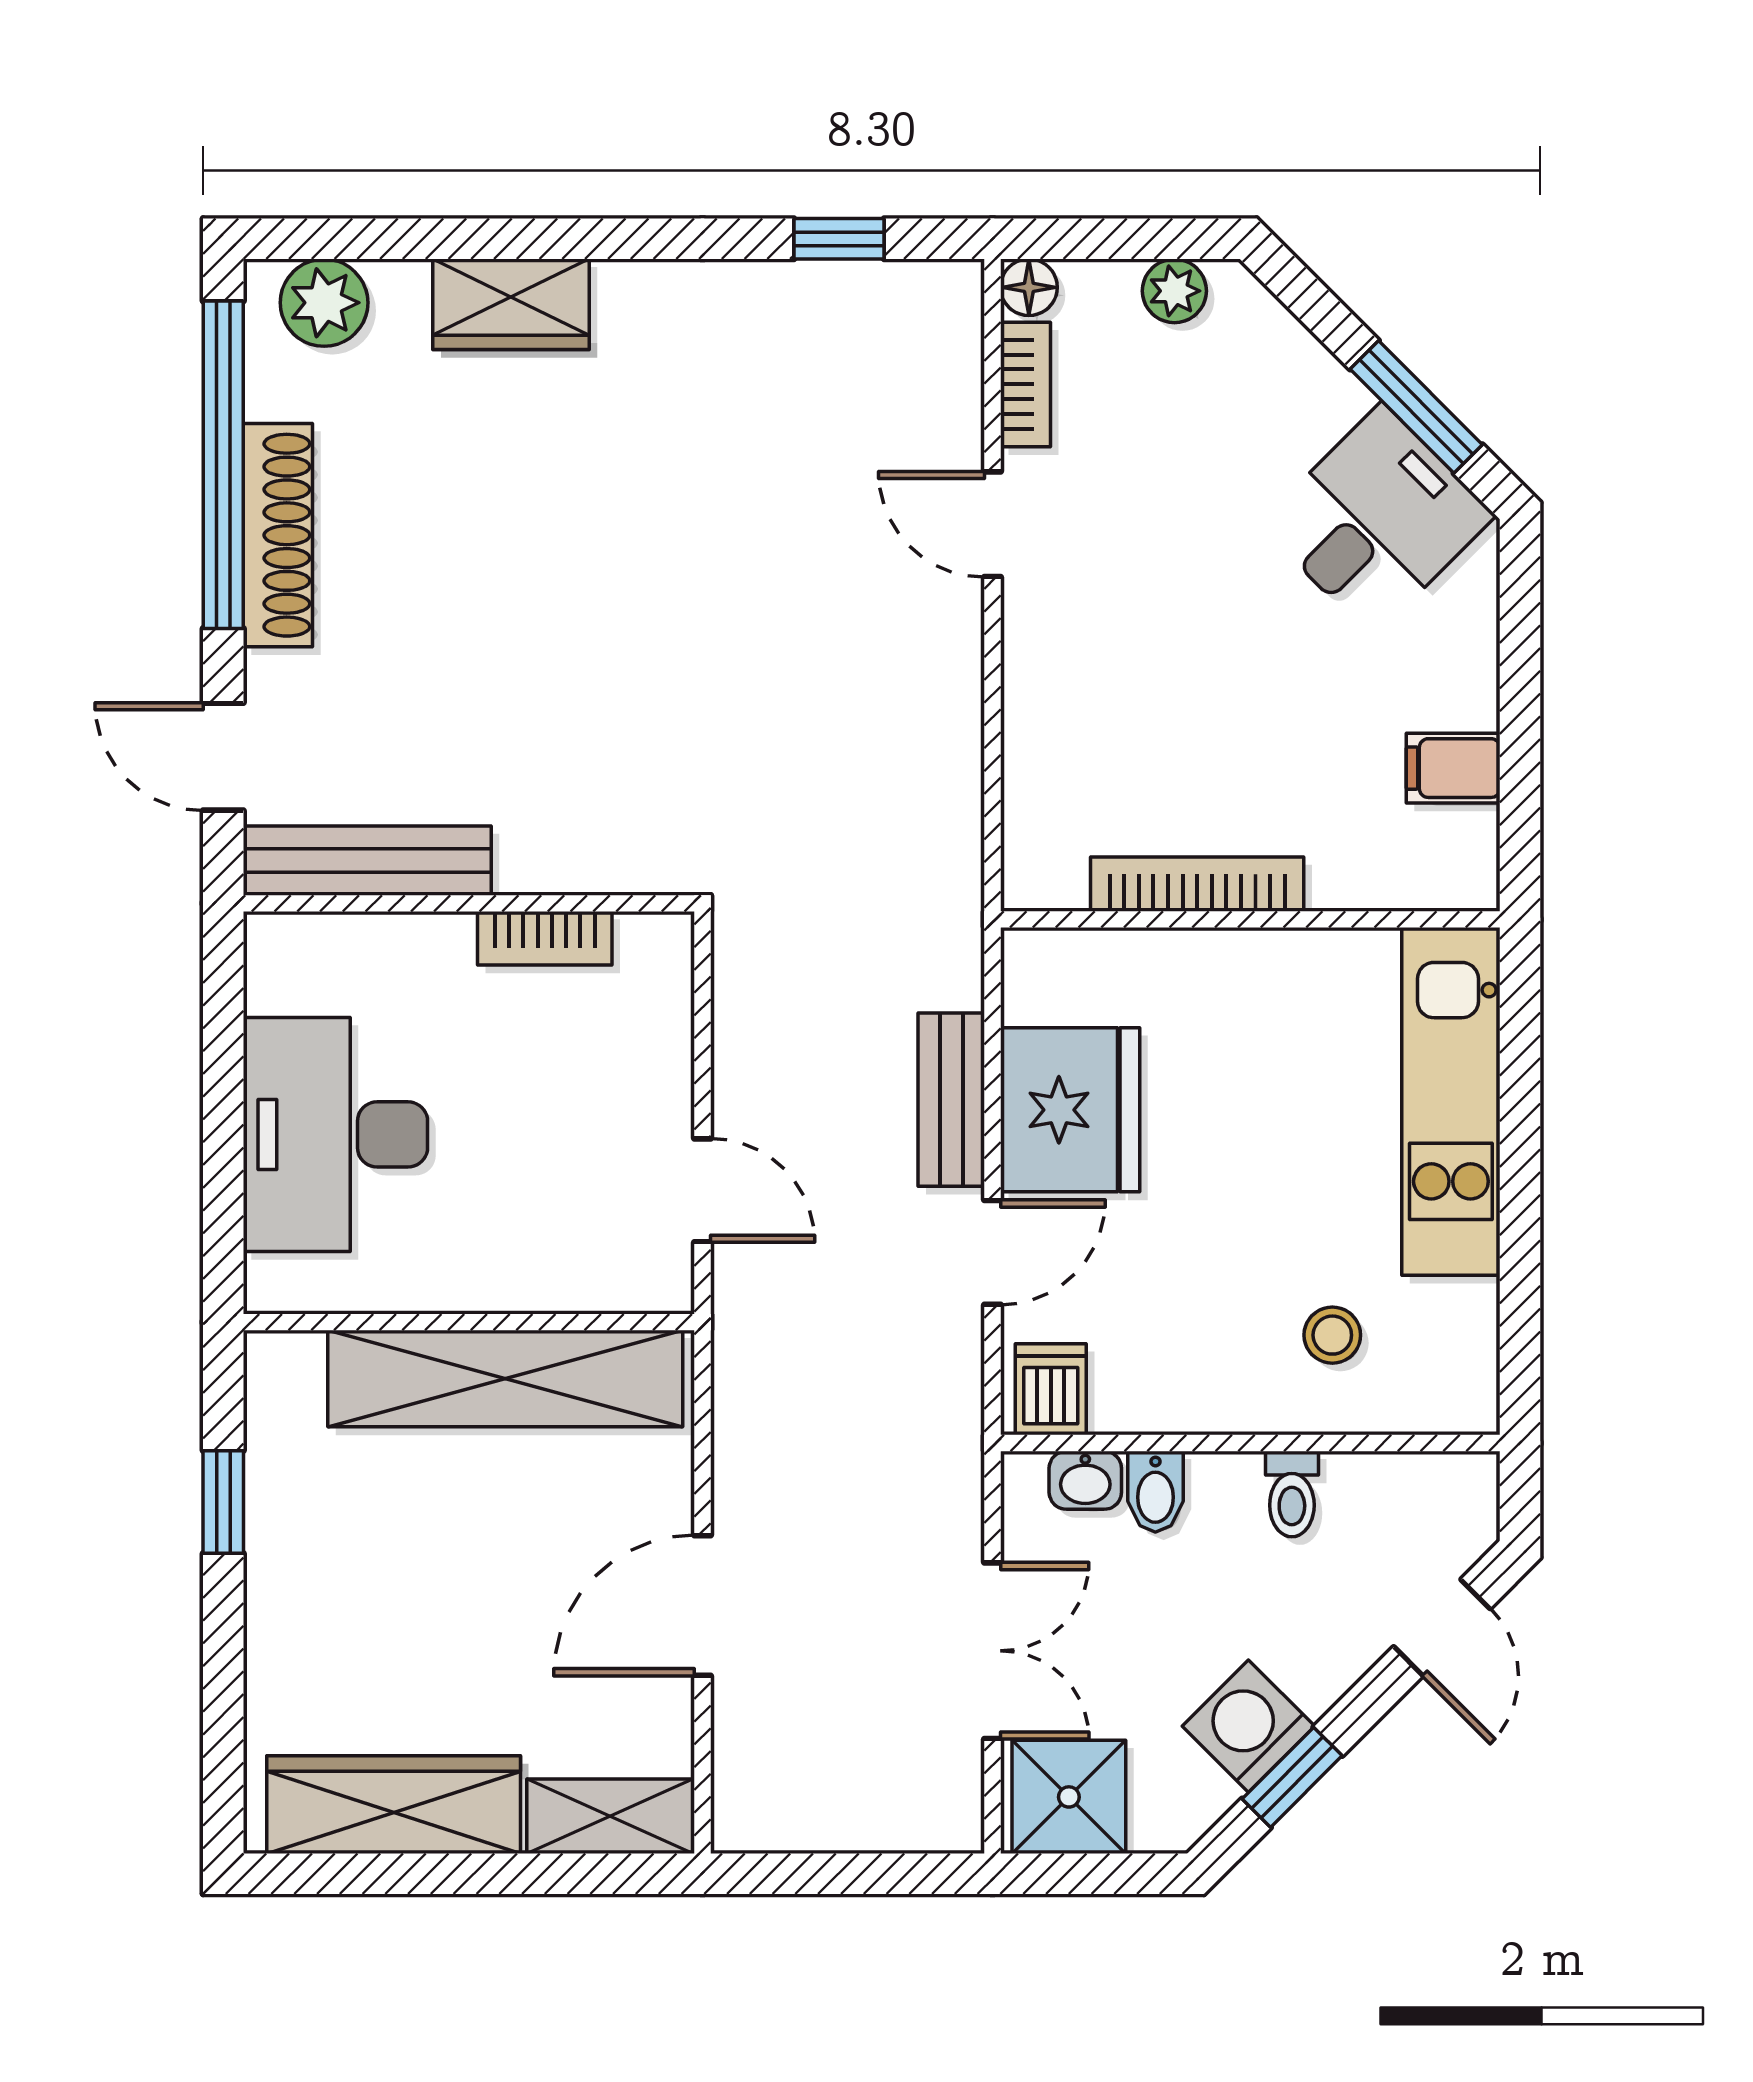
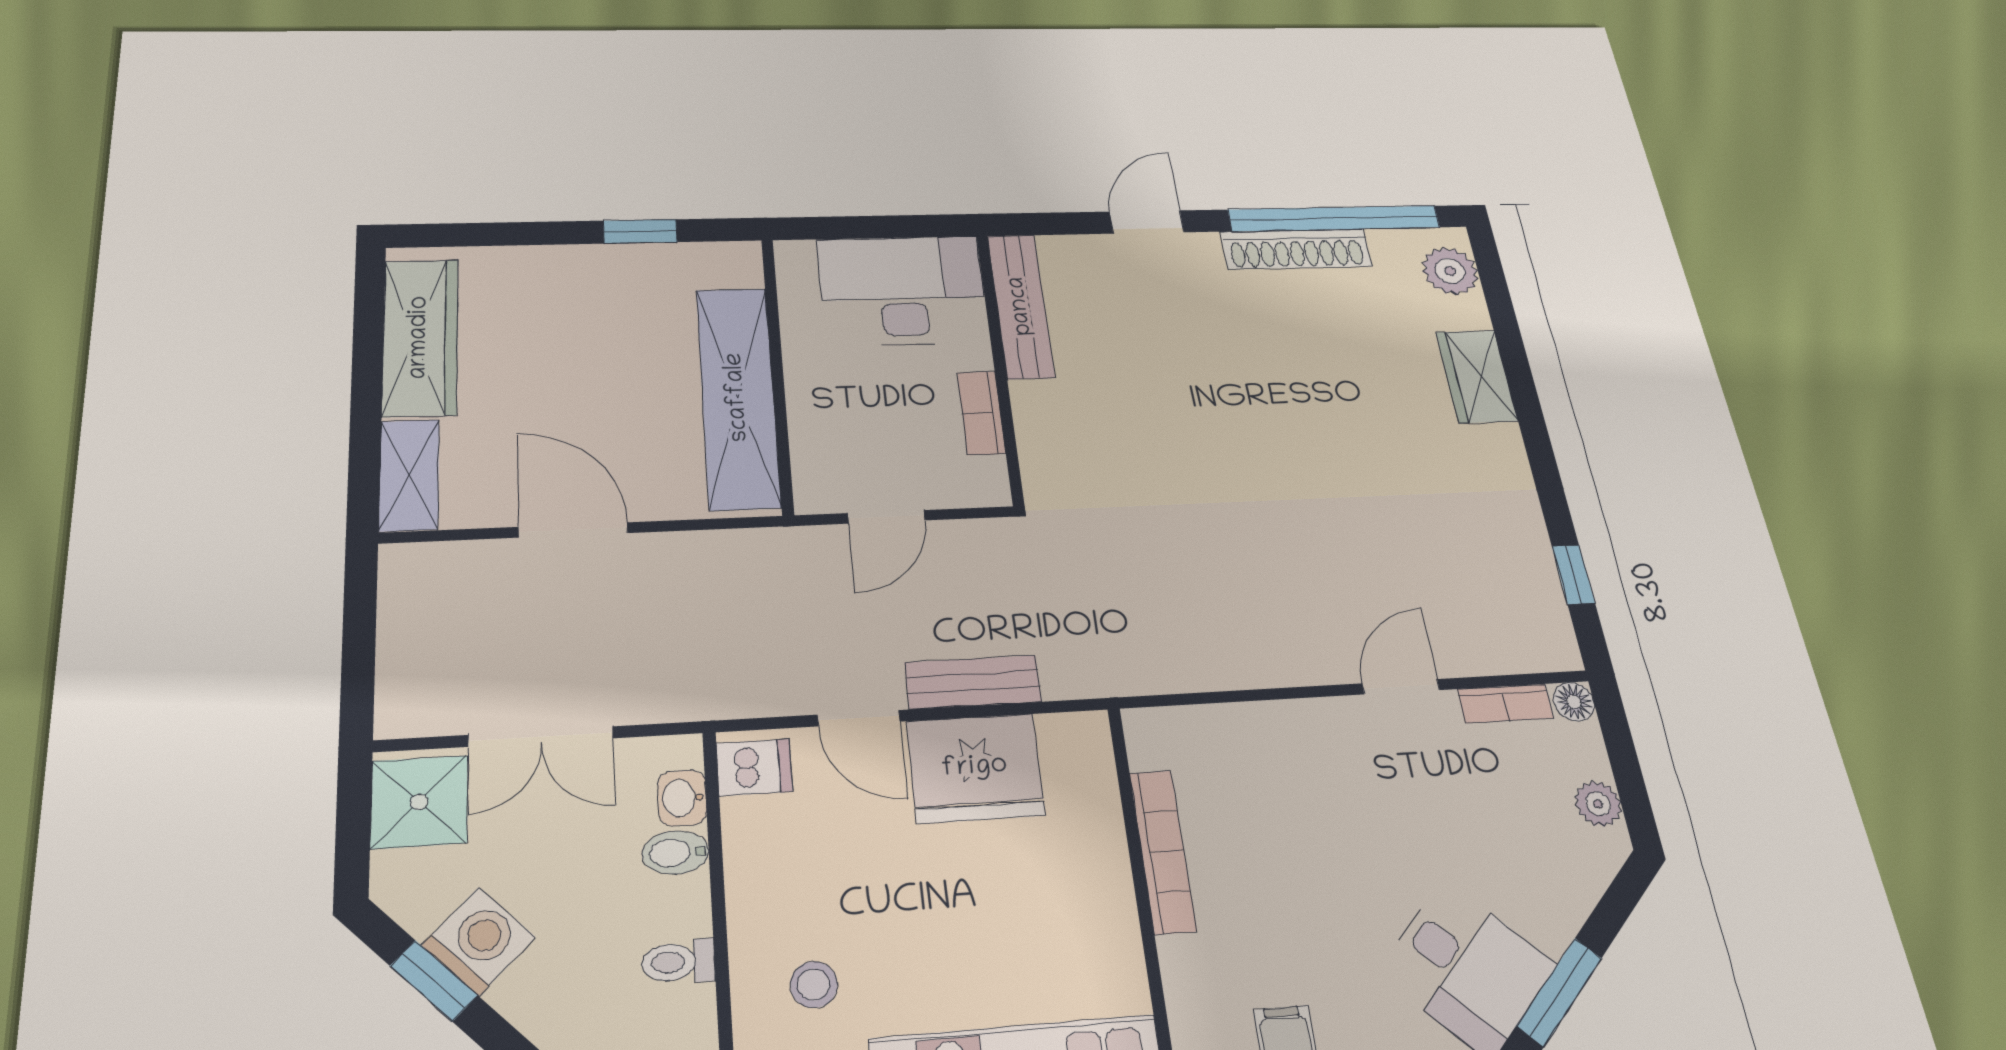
bench: (367, 861) -> (1021, 306), moved
wall: (469, 903) -> (1000, 366), moved
bookcase: (545, 938) -> (981, 413), moved

